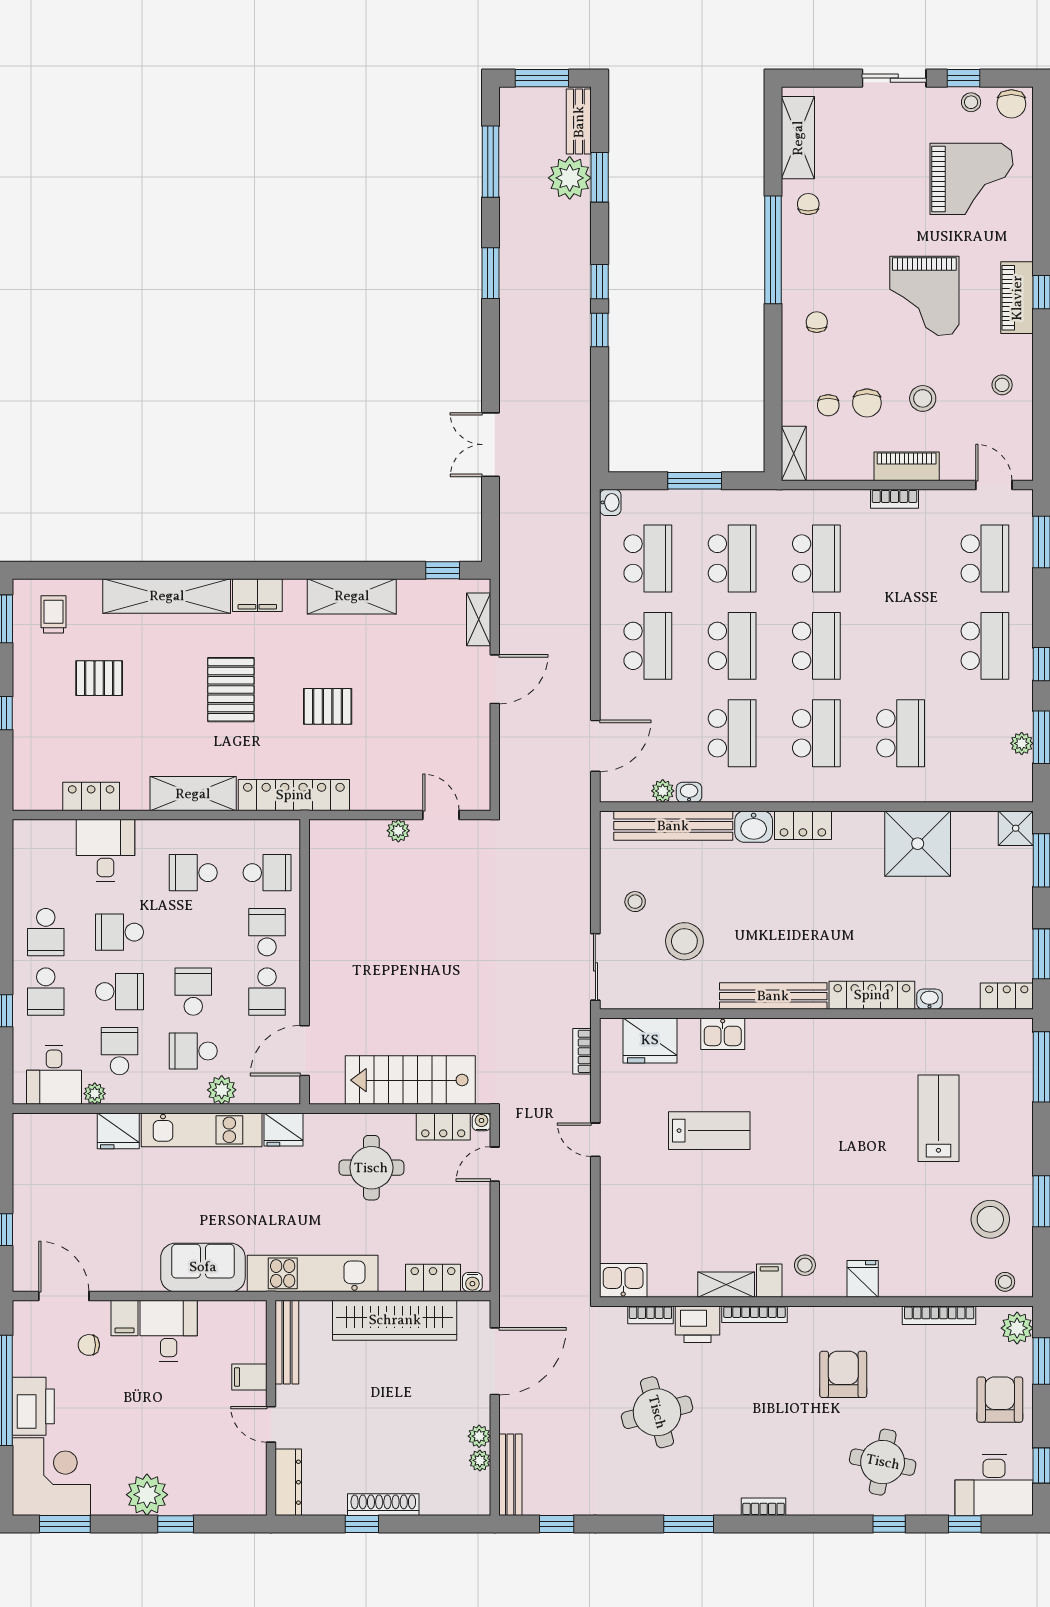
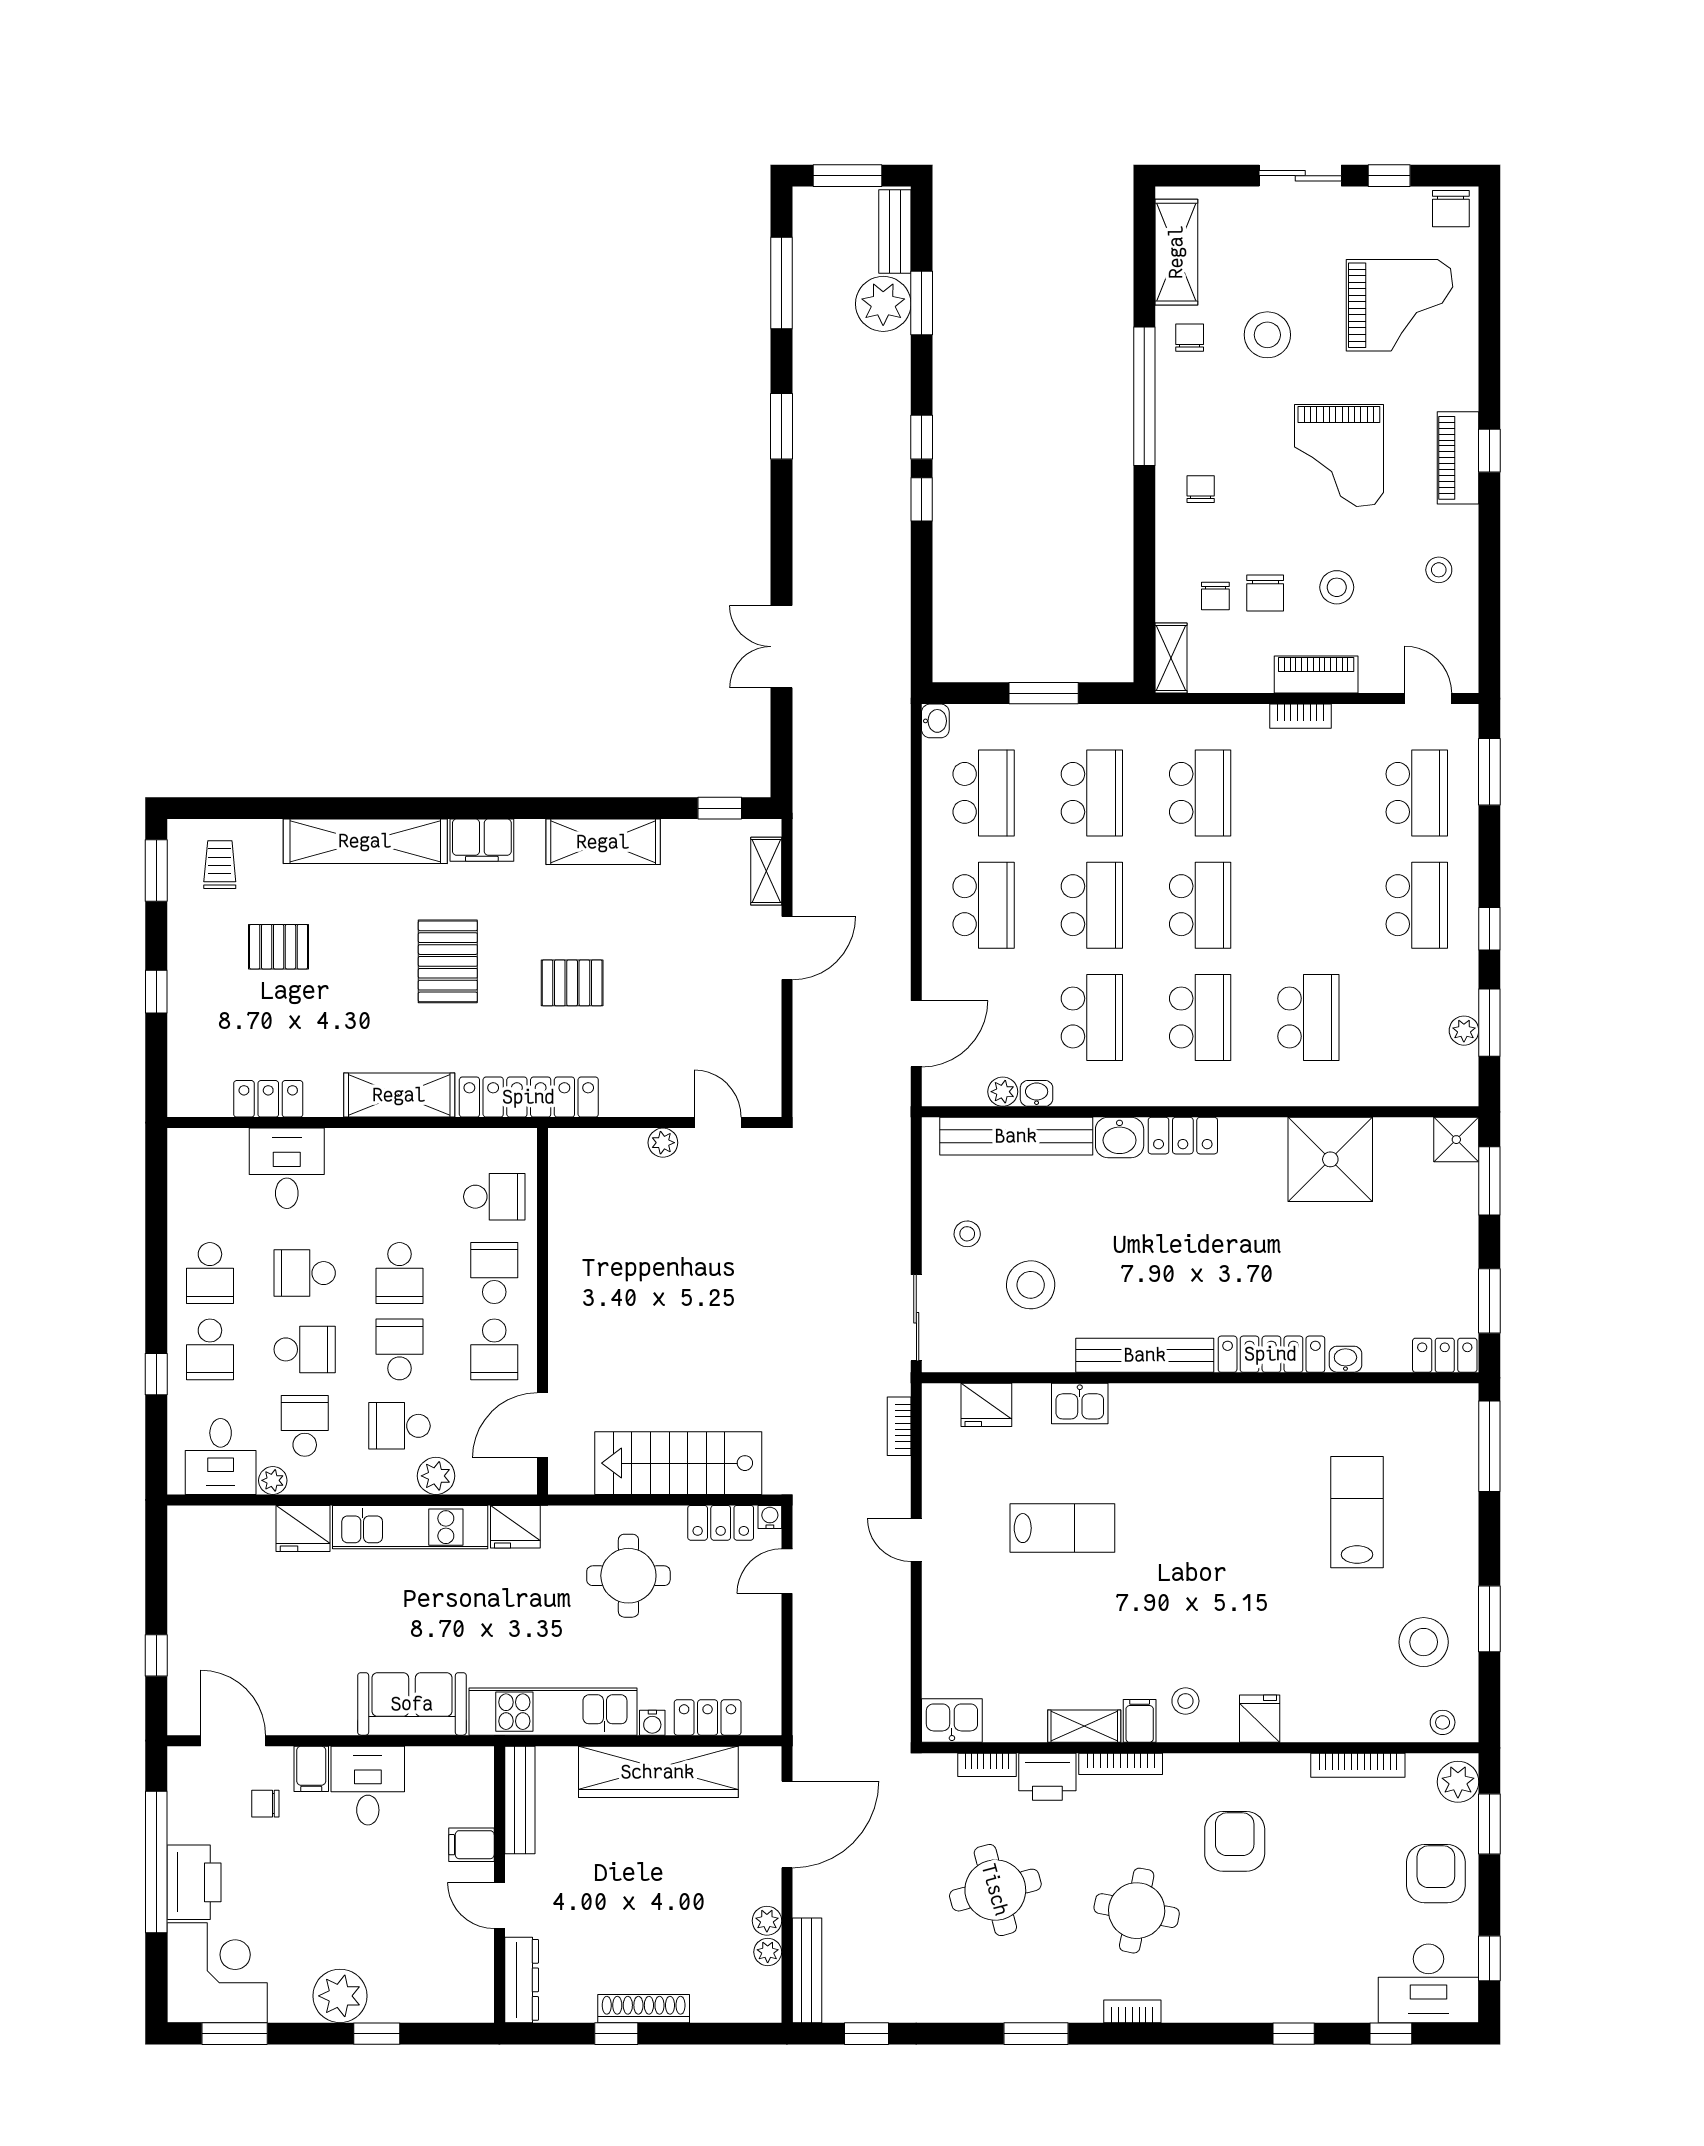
stool: (971, 102) -> (1267, 335), moved, width x1.89, depth x1.89
school desk: (193, 873) -> (399, 1273), moved, turned -90
fridge: (650, 1040) -> (986, 1405), width x0.73, depth x0.75
water cooler: (472, 1282) -> (652, 1723), moved
round table: (883, 1462) -> (1137, 1911), moved

